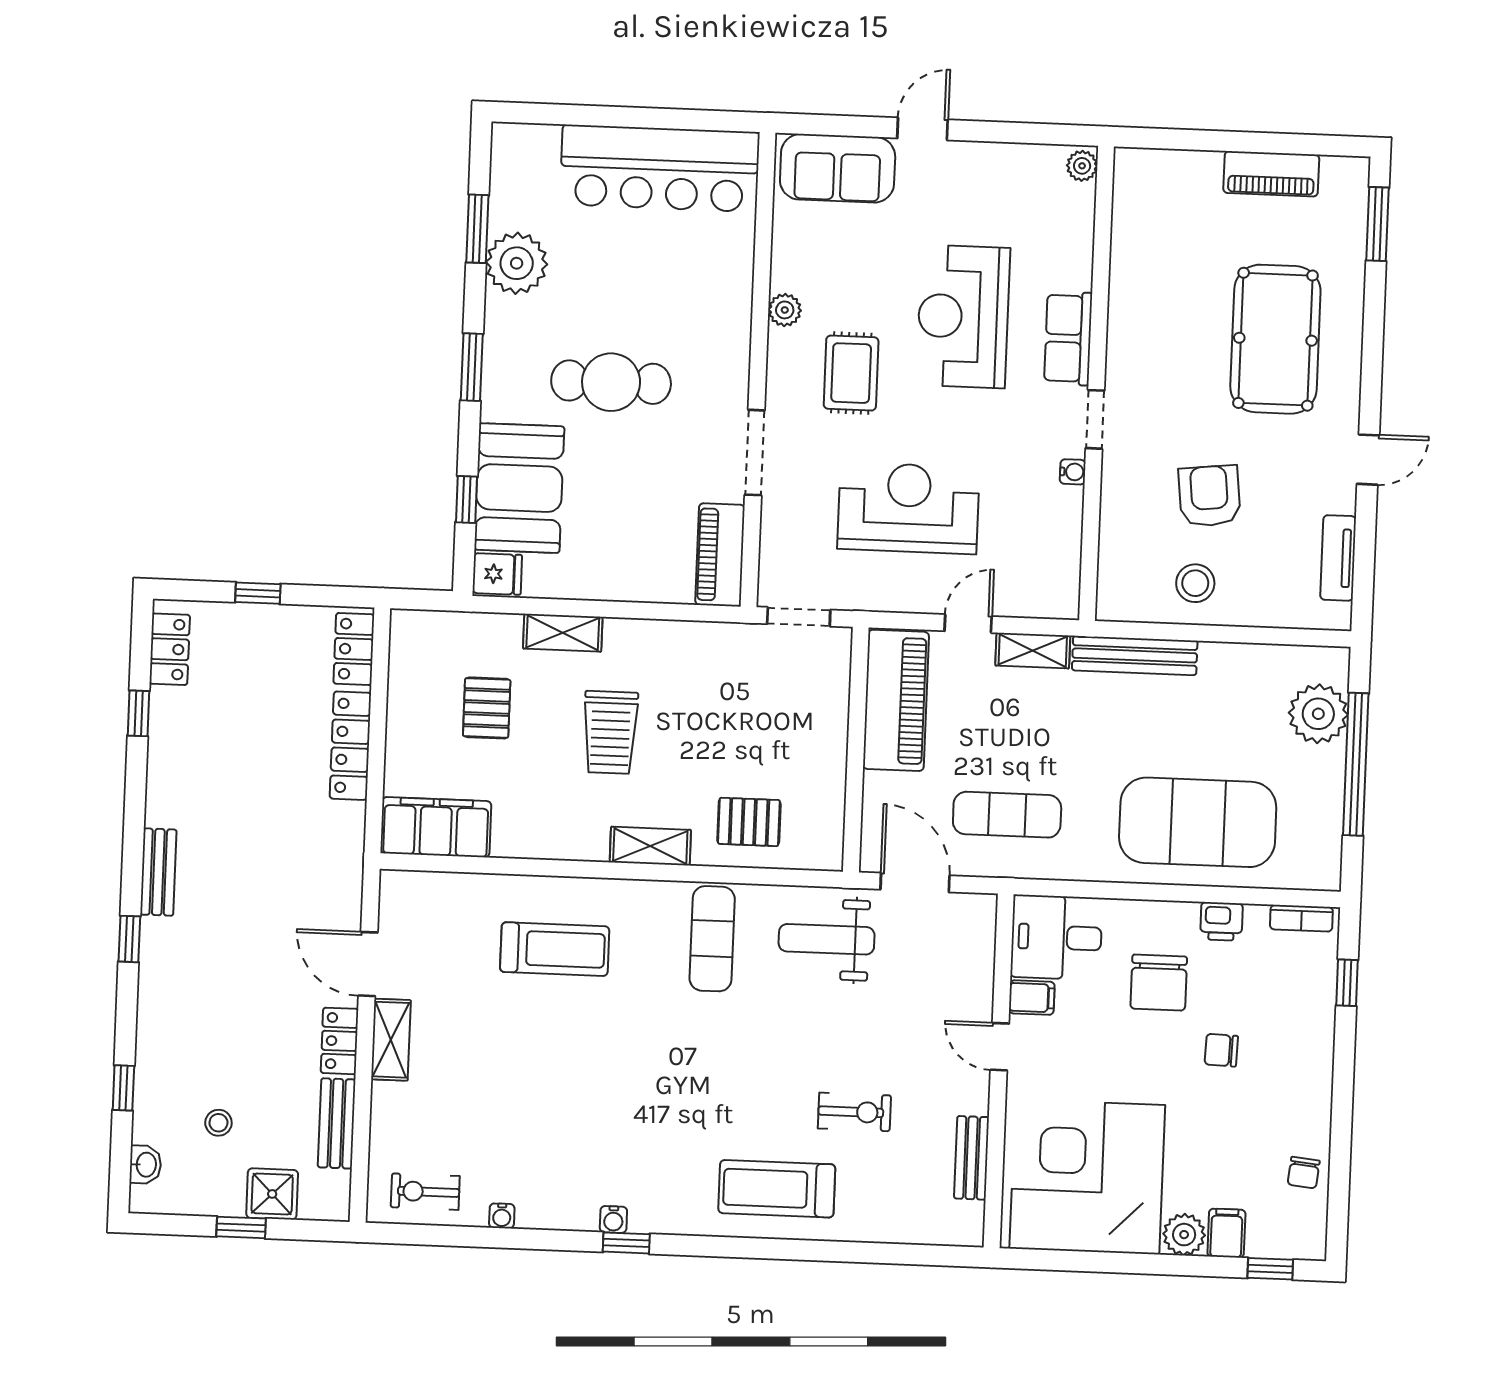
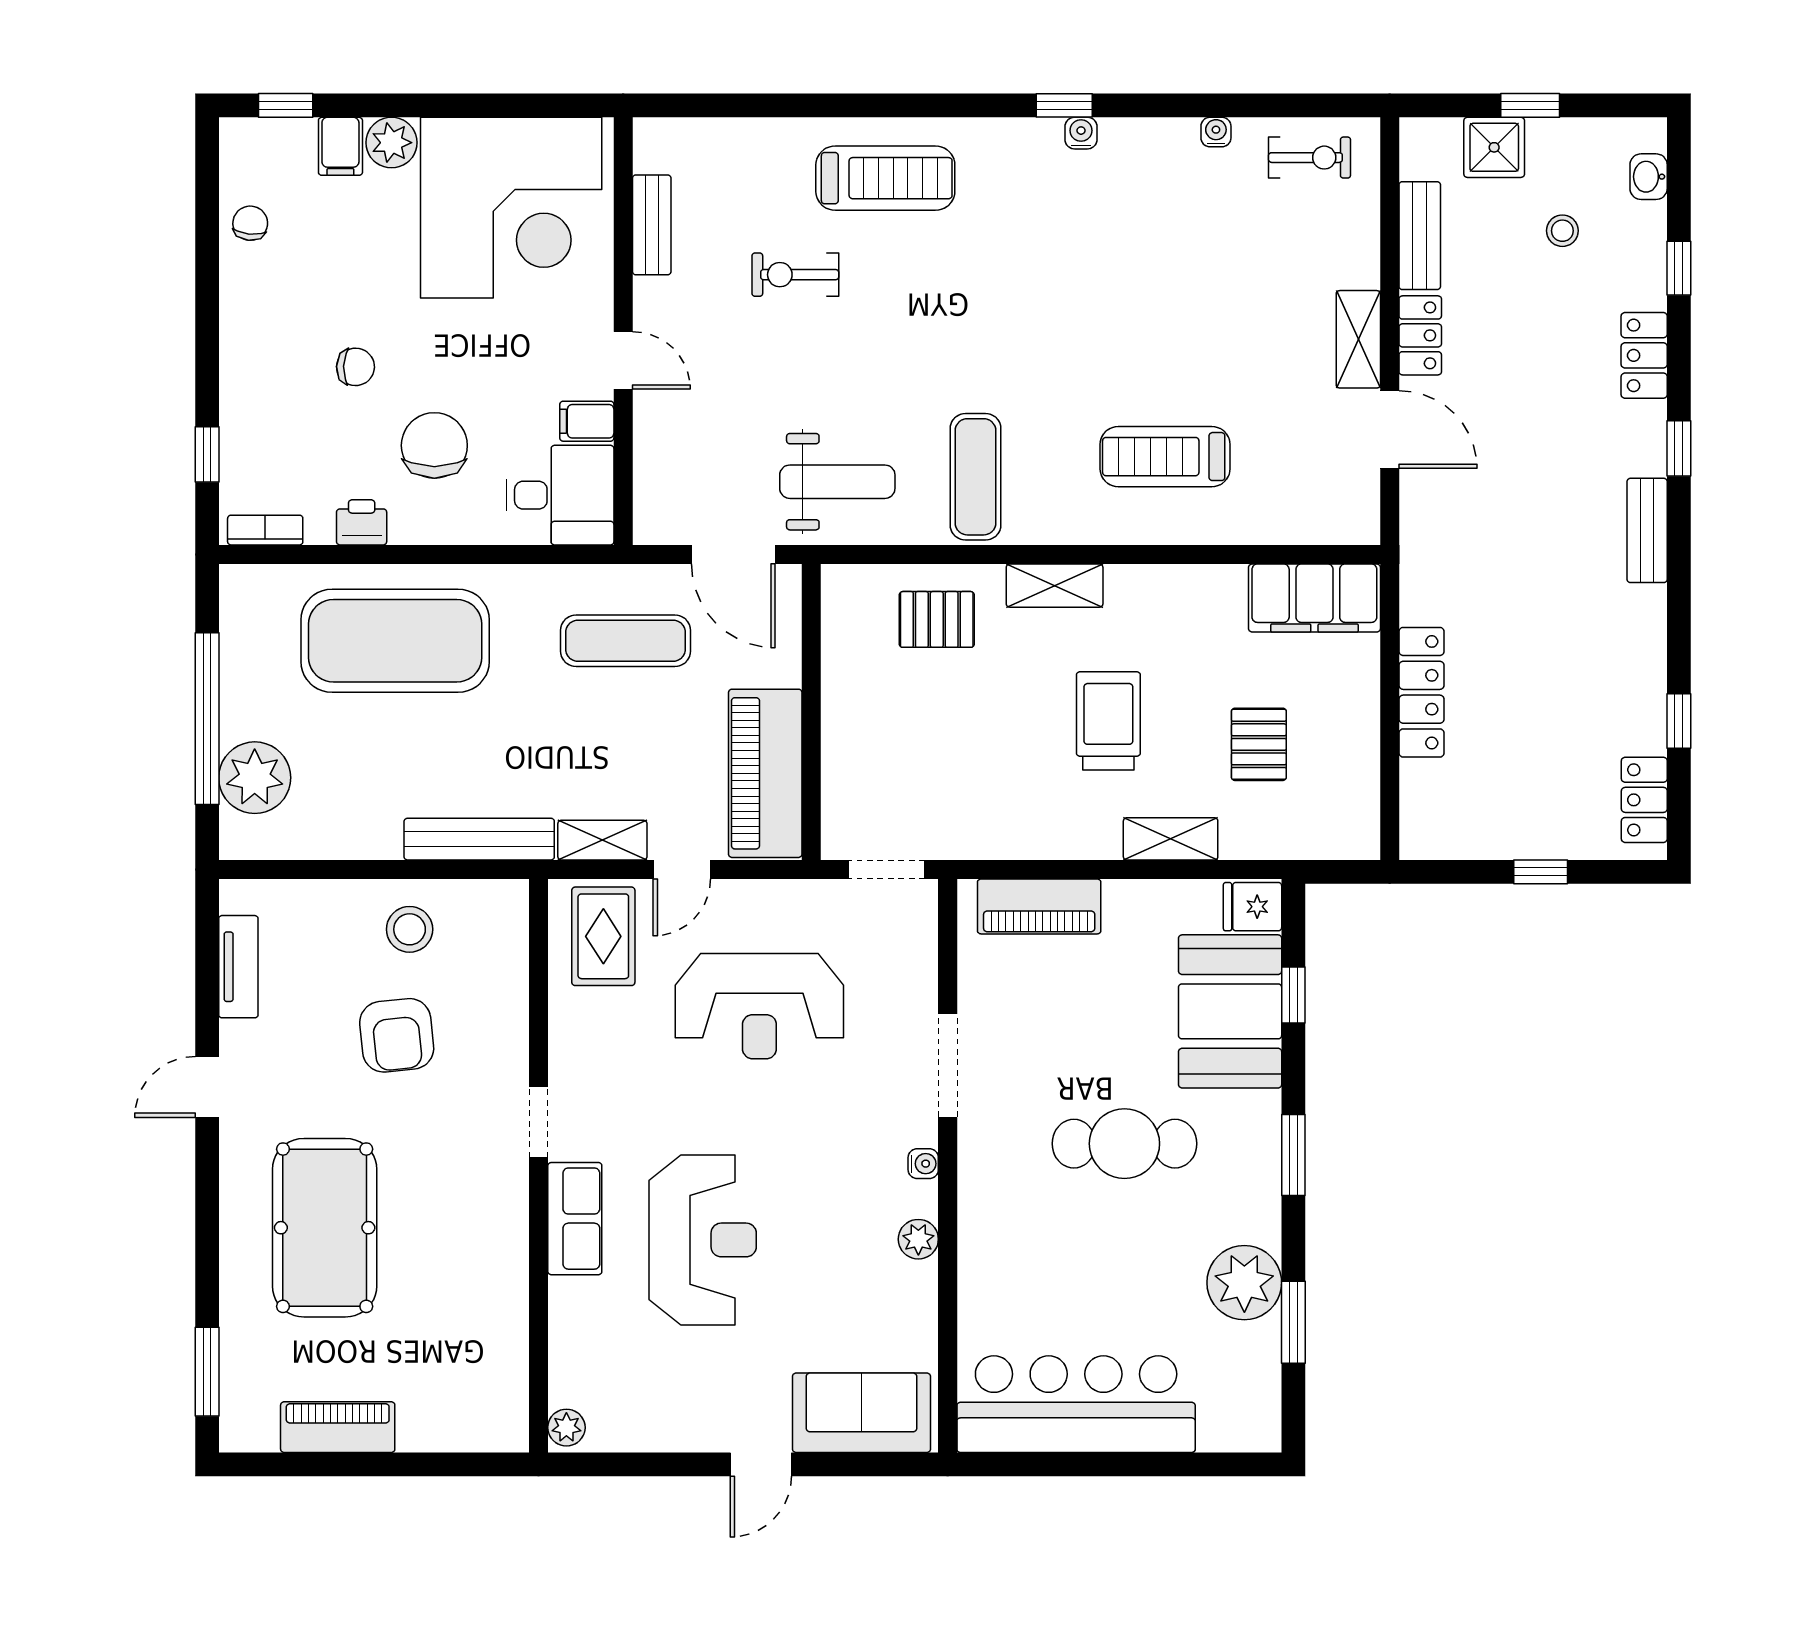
rug: (851, 373) -> (603, 936), moved
water cooler: (1073, 472) -> (923, 1164), moved, turned 180
piano: (720, 555) -> (1039, 906), moved, turned 90
locker: (354, 649) -> (1644, 355), moved, turned 180

